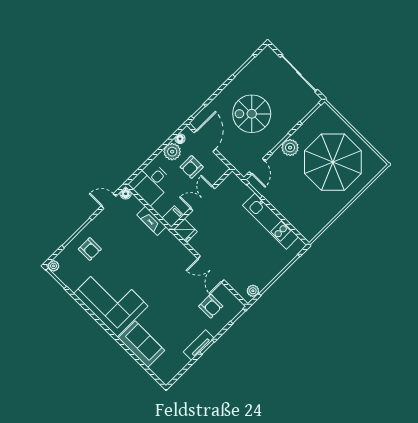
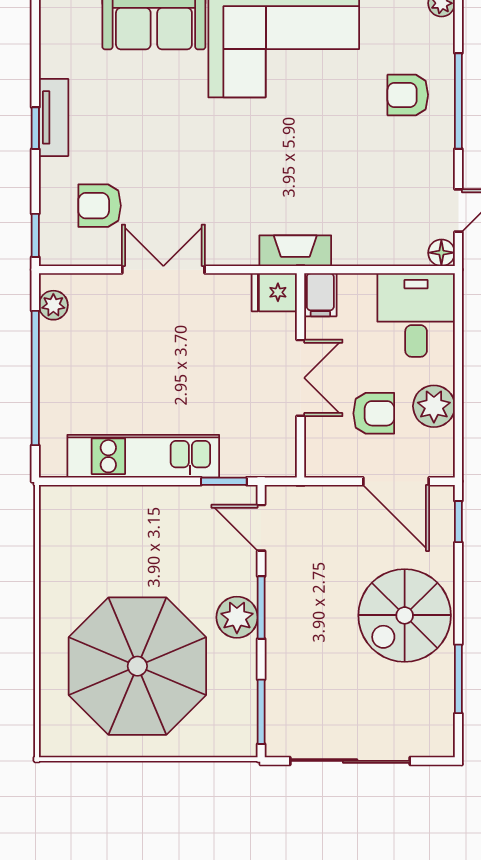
spiral stairs: (252, 114) -> (405, 615), moved, turned 180
floor lamp: (180, 139) -> (443, 442), removed
armchair: (192, 167) -> (374, 413), turned 90
fireplace: (151, 221) -> (295, 251), moved

